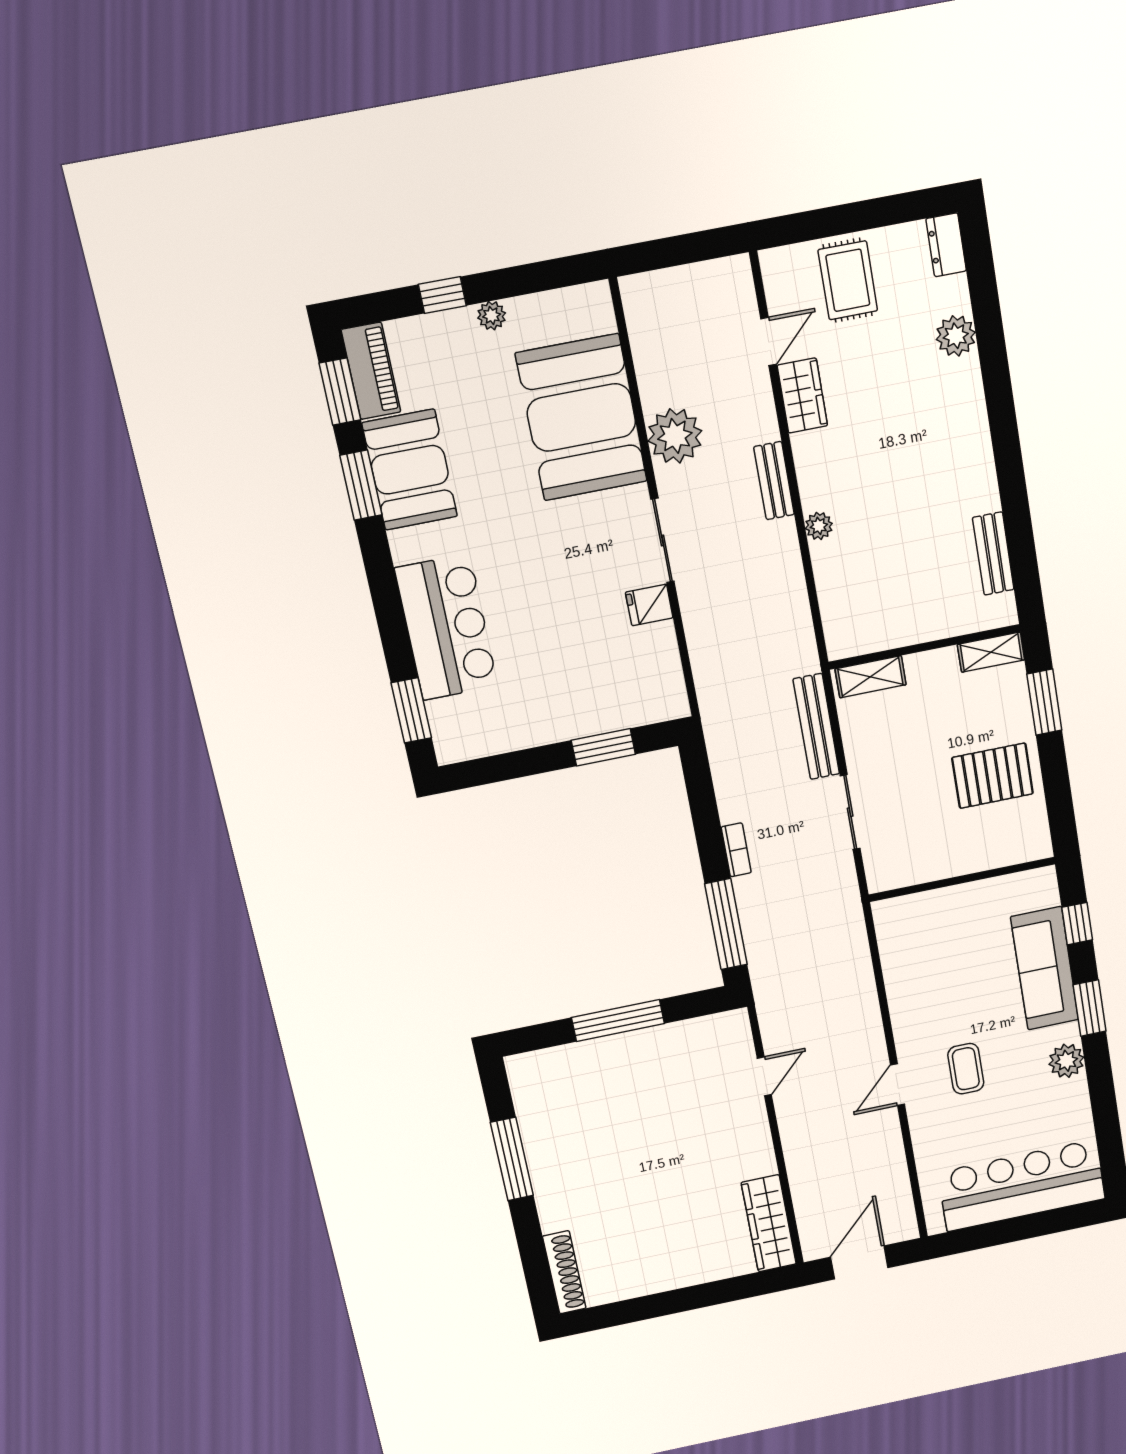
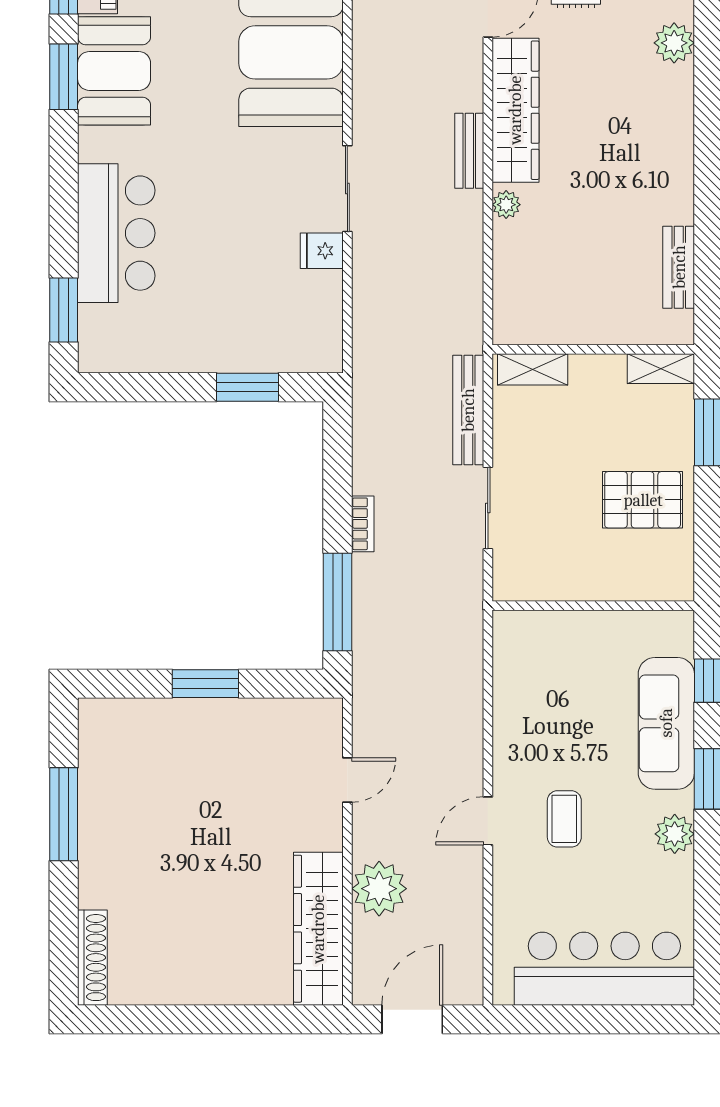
wardrobe: (802, 396) -> (515, 110), width x2.10, depth x1.17
plant: (675, 436) -> (379, 889), moved
window: (618, 1020) -> (205, 684), width x0.69
wardrobe: (769, 1223) -> (318, 929), width x1.40, depth x1.17

